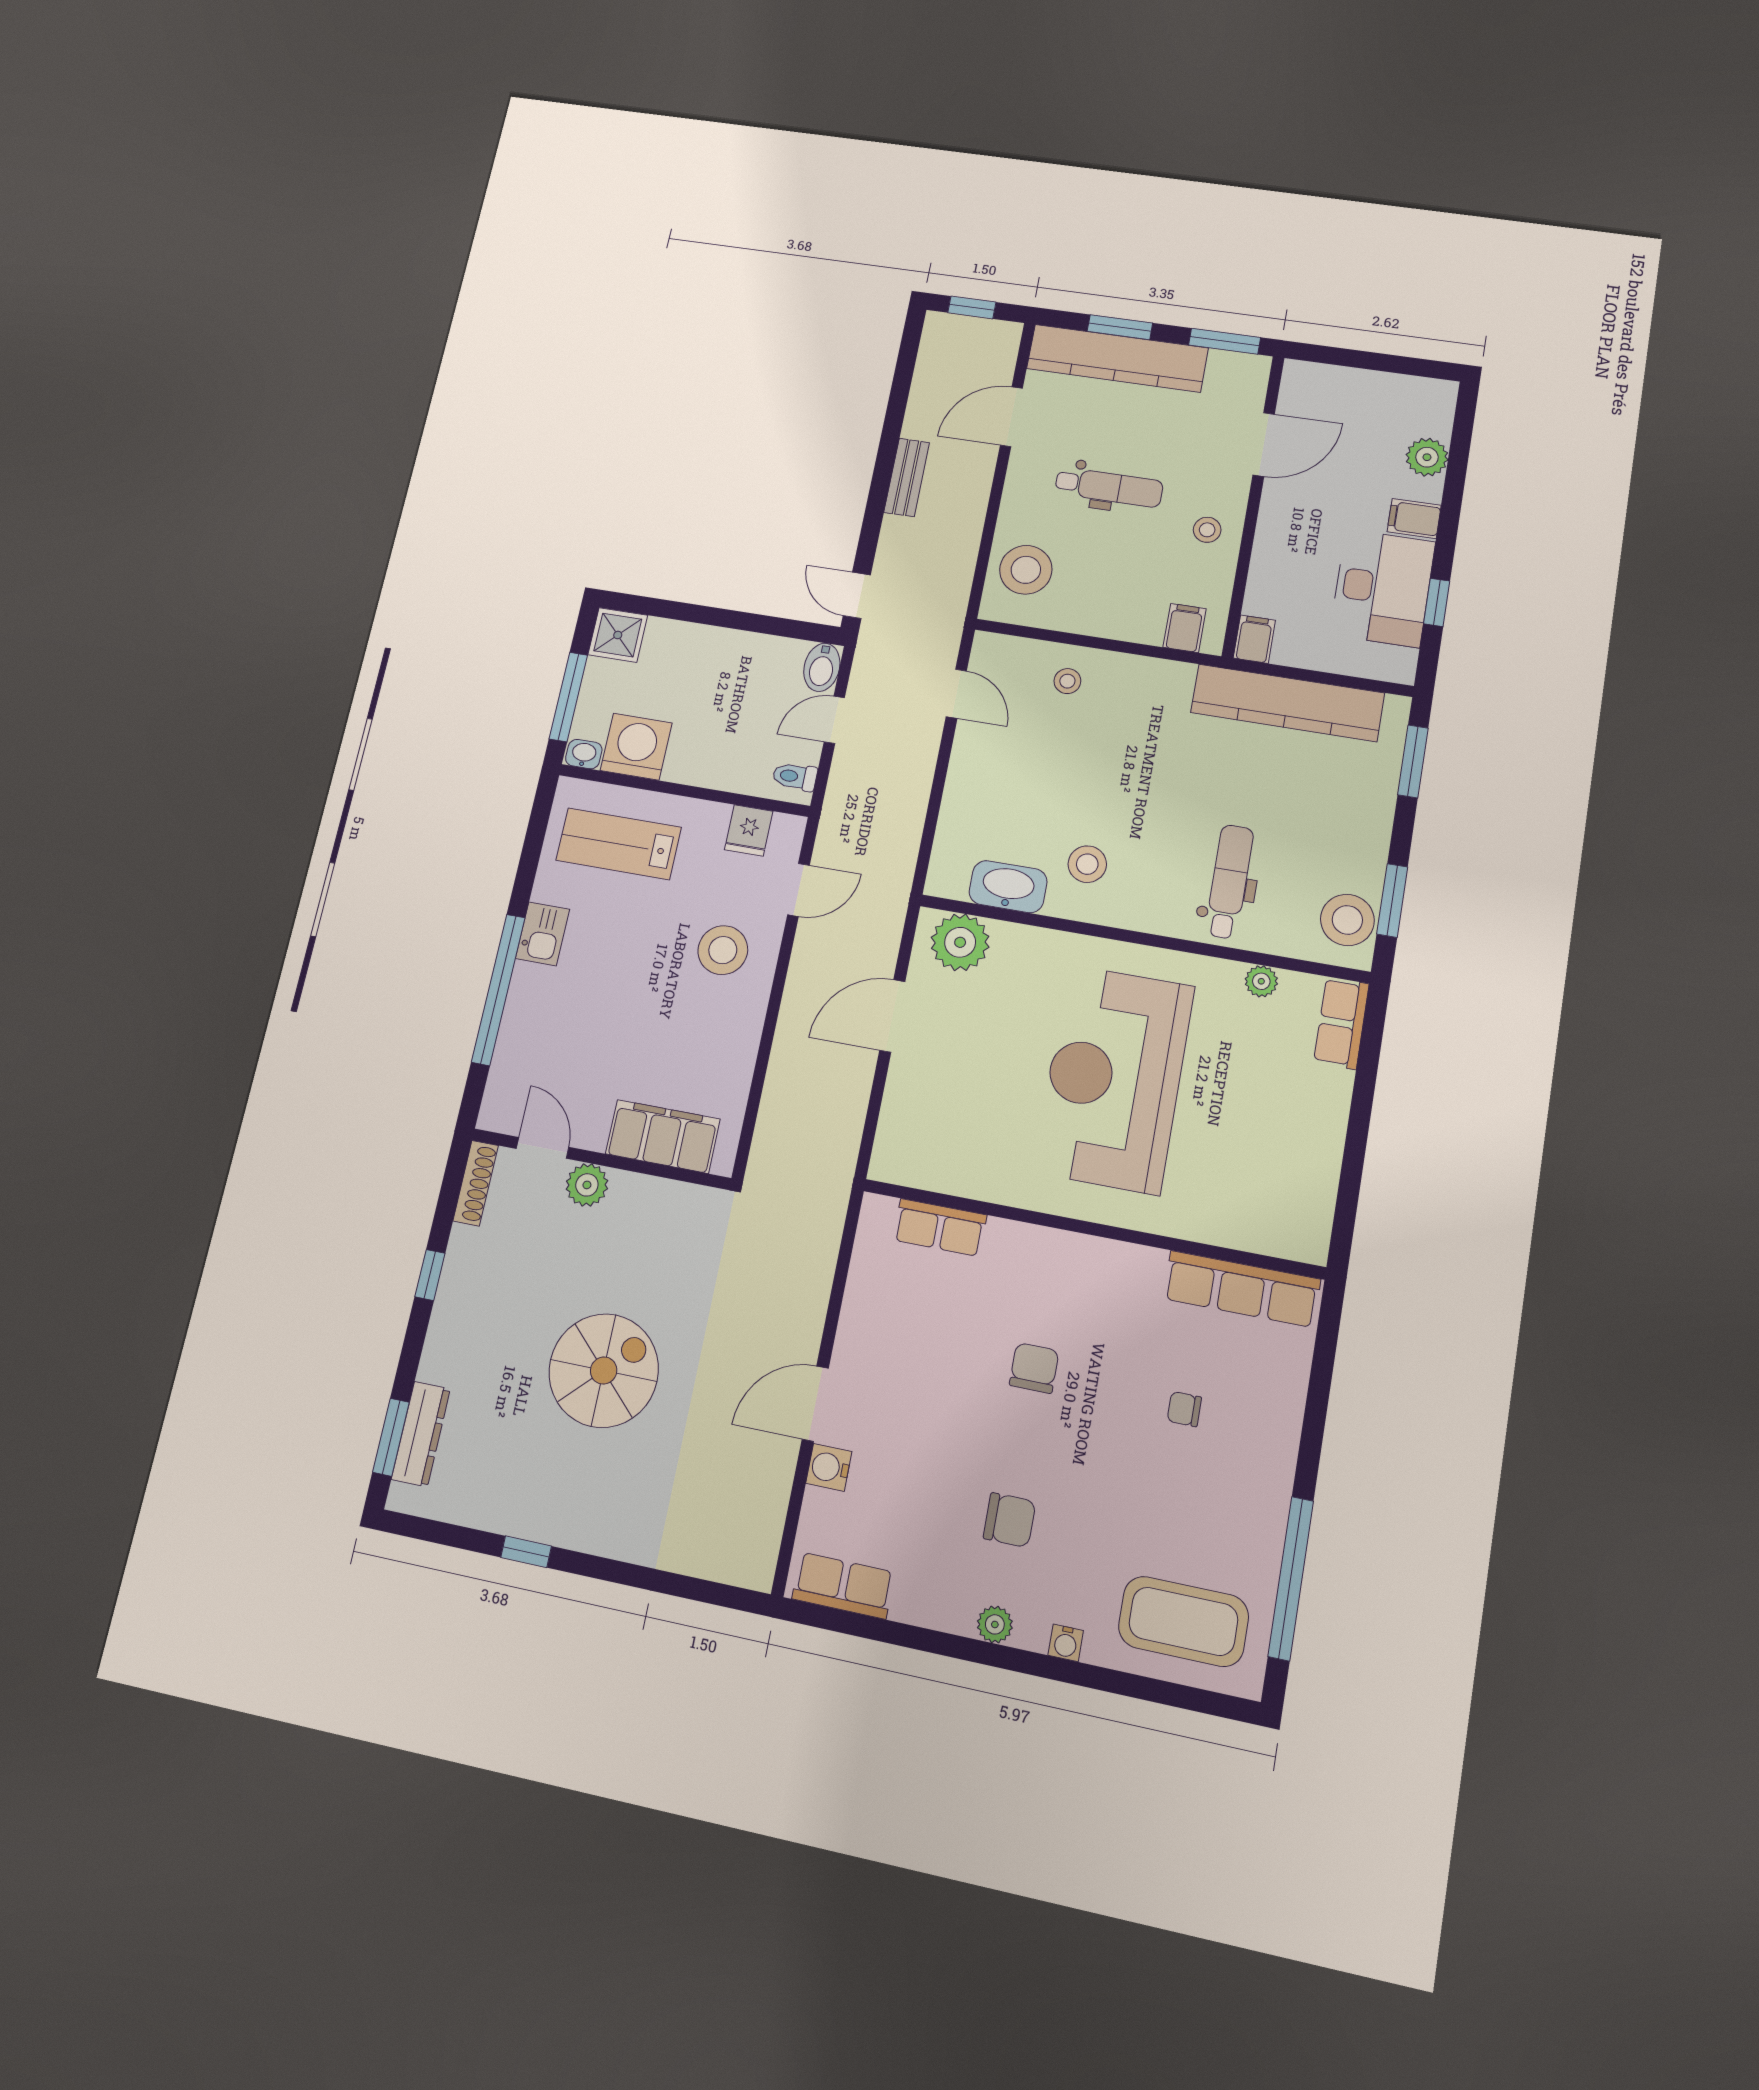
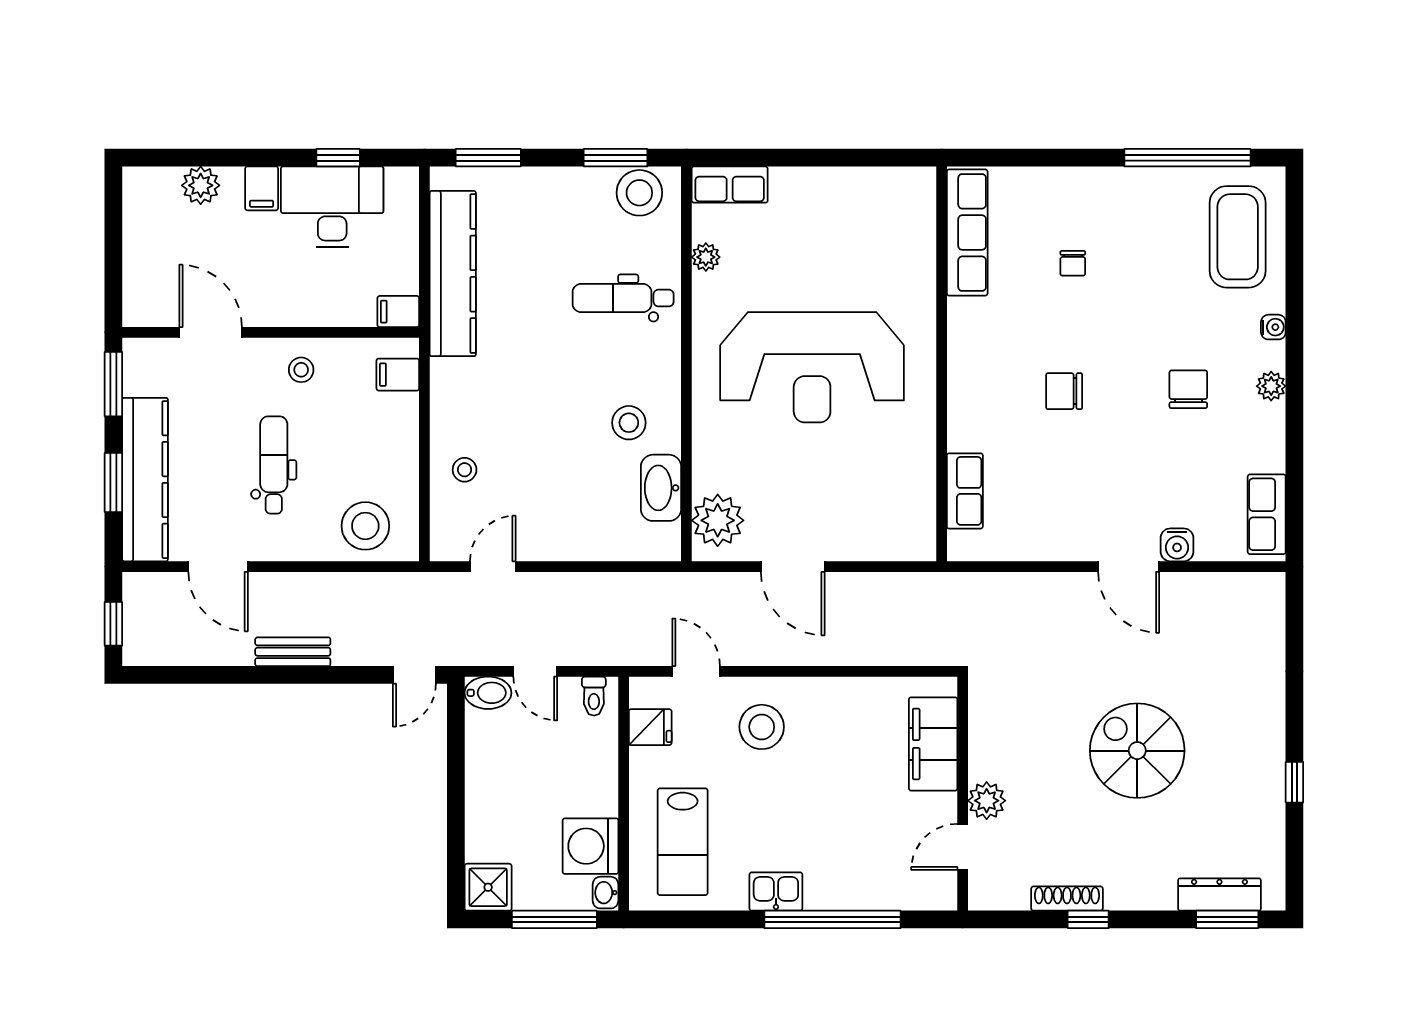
shoe rack: (476, 1183) -> (1067, 899), moved

